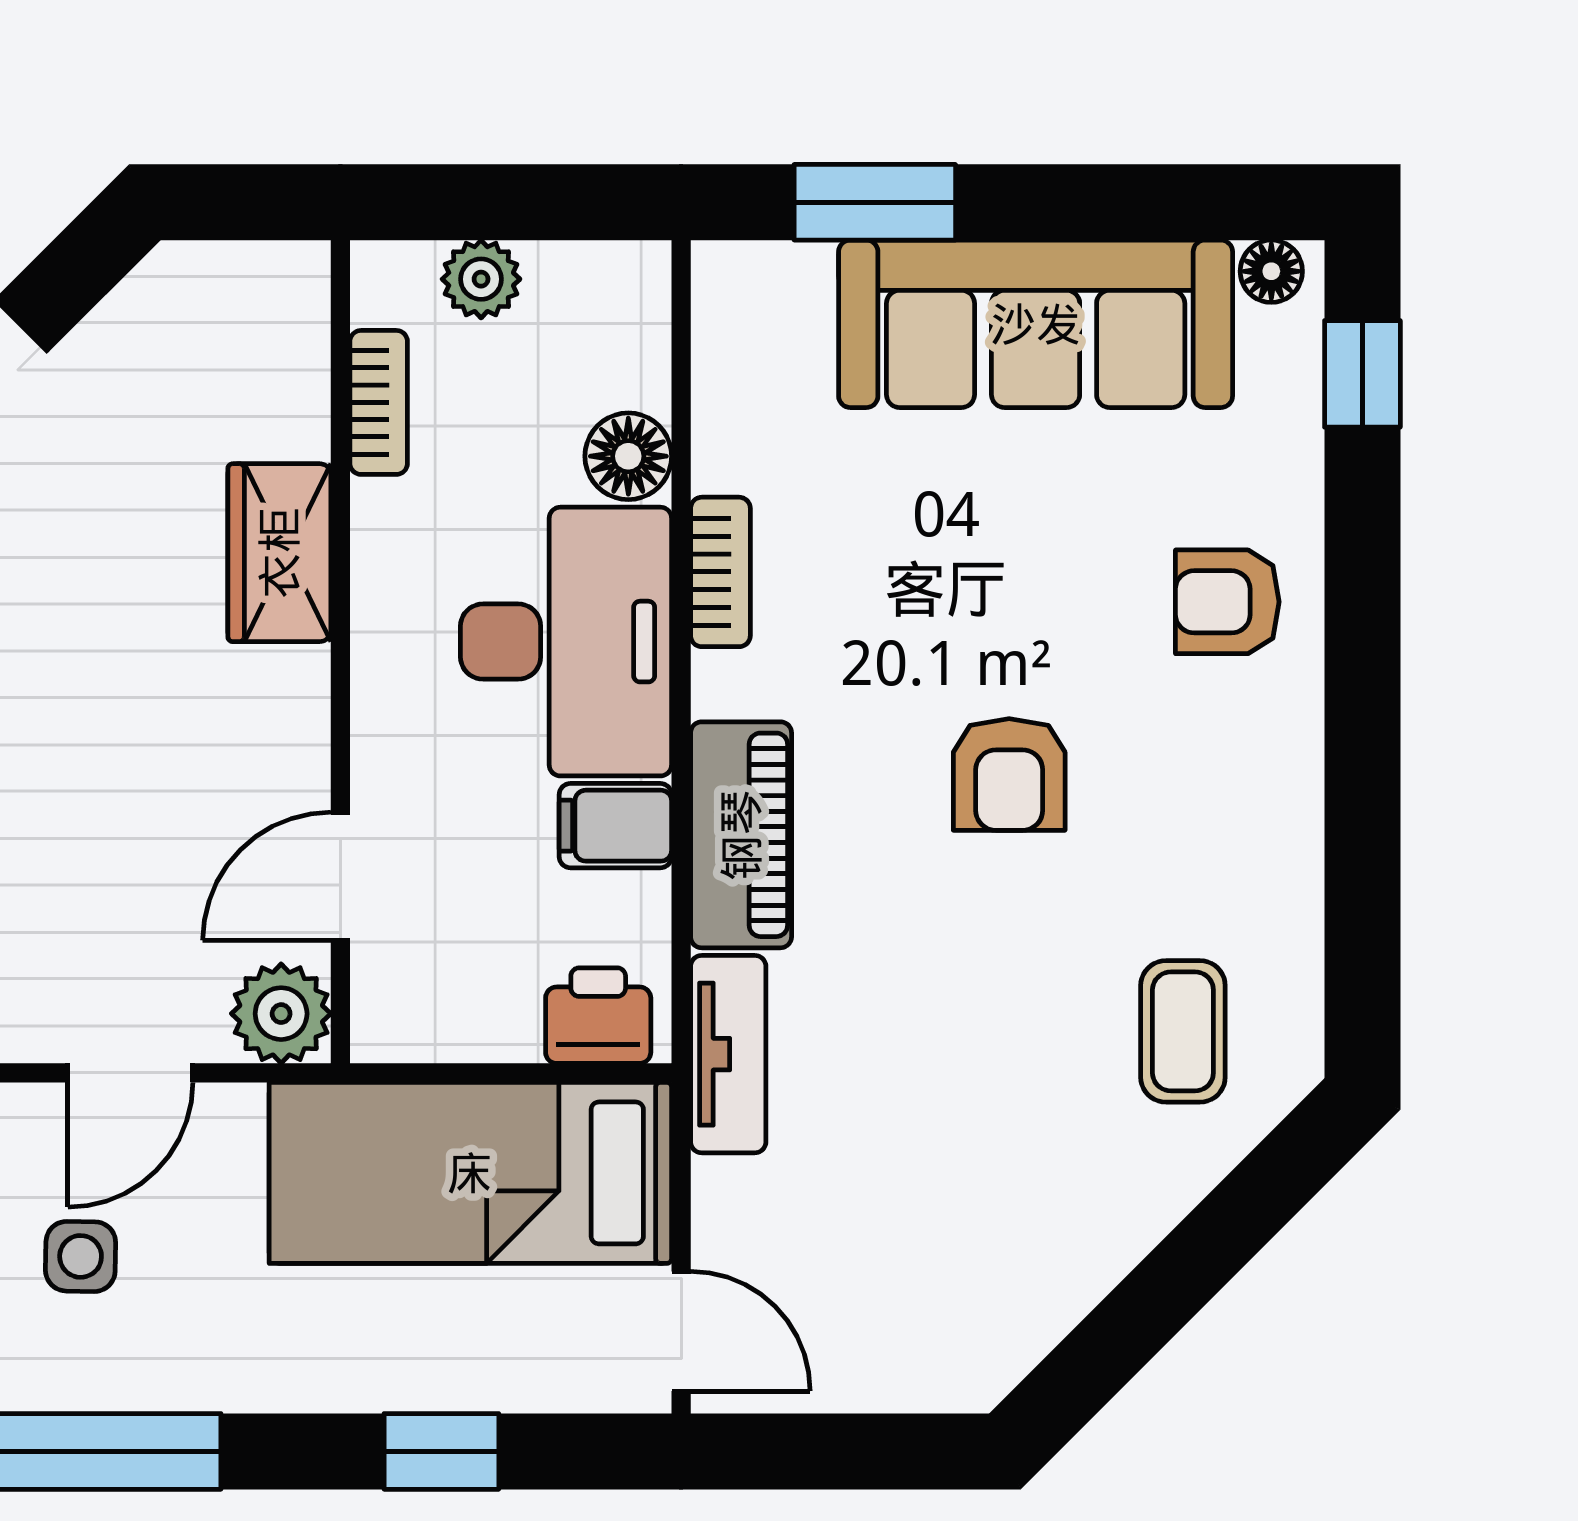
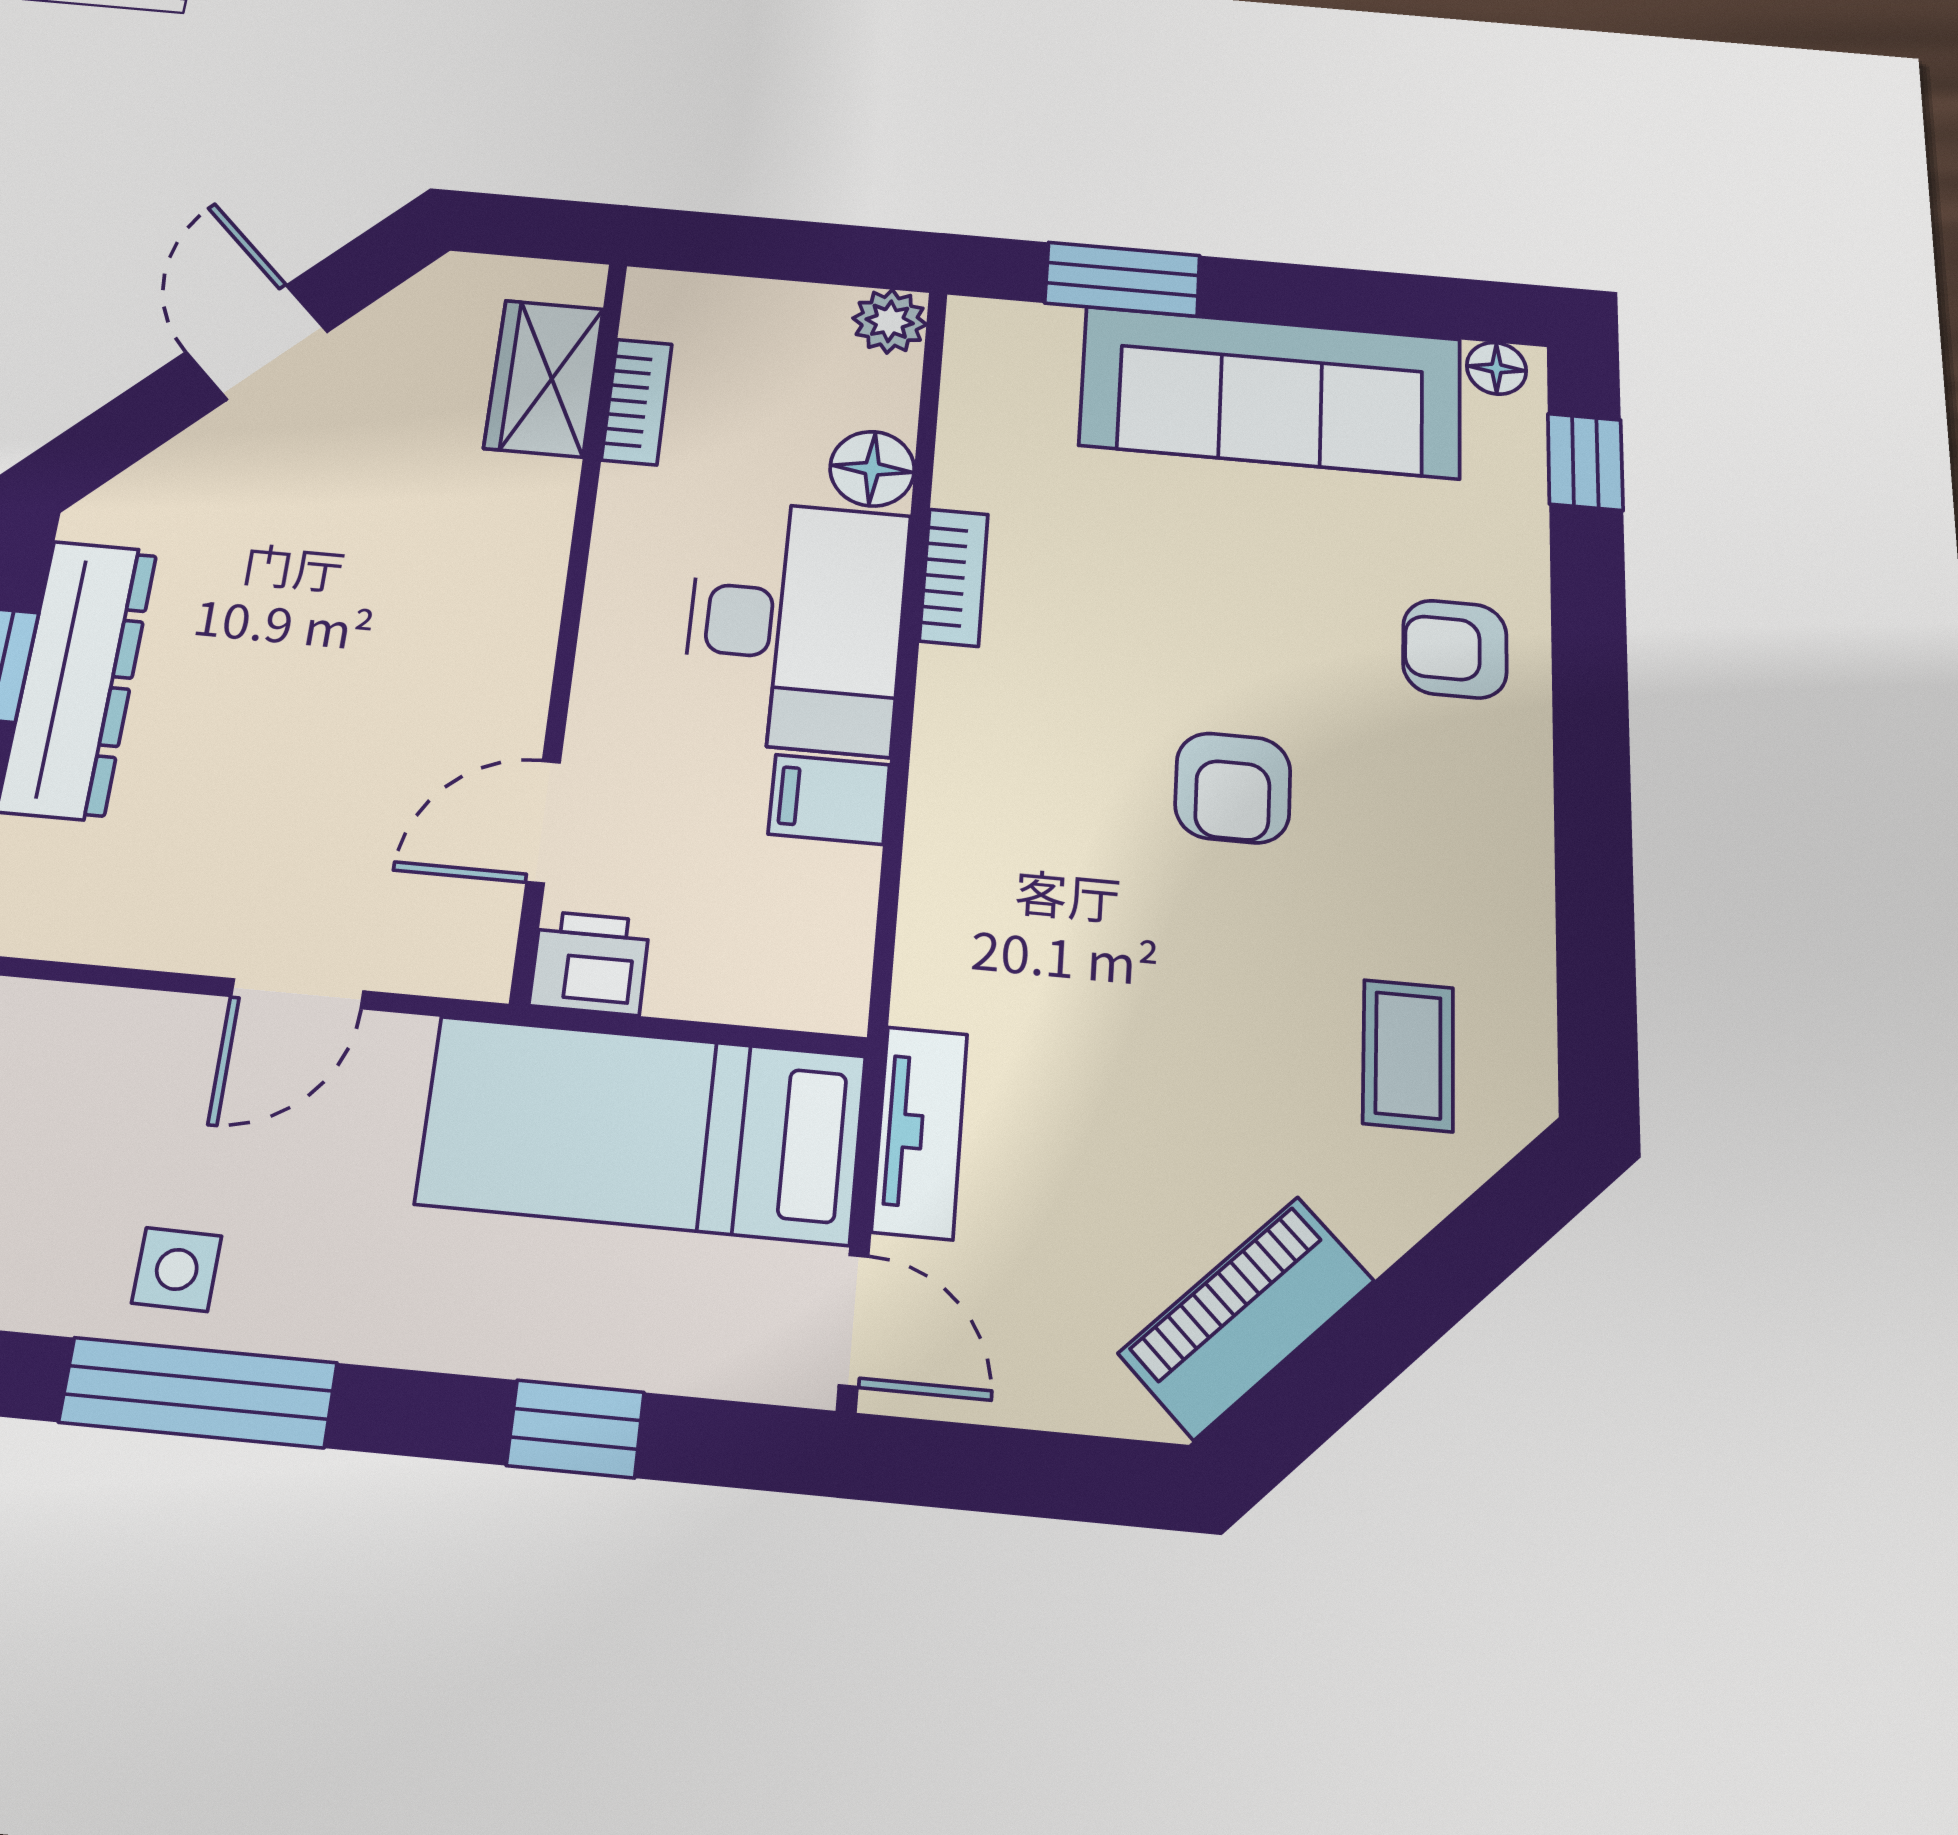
plant: (481, 279) -> (890, 321), moved
wardrobe: (279, 553) -> (544, 378), moved
piano: (741, 835) -> (1247, 1317), moved, turned -135
plant: (281, 1014) -> (464, 949), removed
printer: (598, 1016) -> (590, 963), moved
tv unit: (728, 1054) -> (920, 1132), moved
side table: (81, 1256) -> (177, 1269), moved

